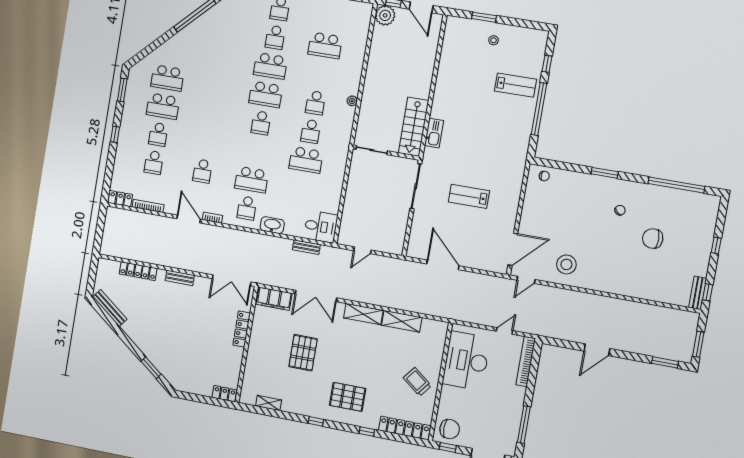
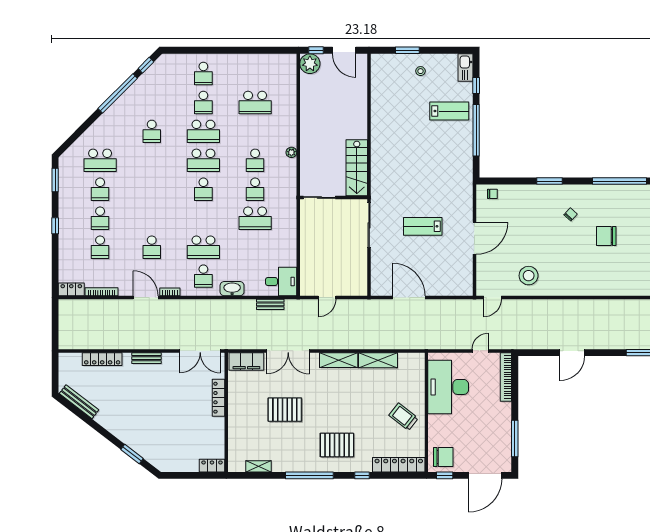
school desk: (221, 58) -> (152, 131), added
school desk: (163, 106) -> (100, 189), width x0.54
kitchen sink: (434, 133) -> (465, 68), moved, turned 180
door: (513, 249) -> (474, 238), moved
pallet: (303, 353) -> (285, 410), turned 90
window: (316, 421) -> (309, 475), width x3.17

